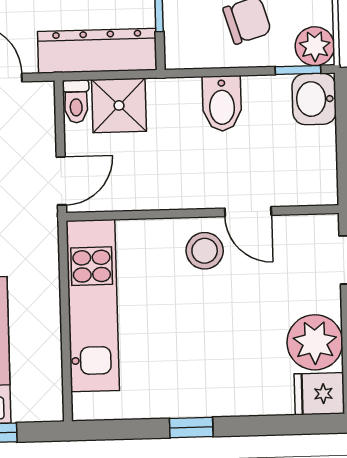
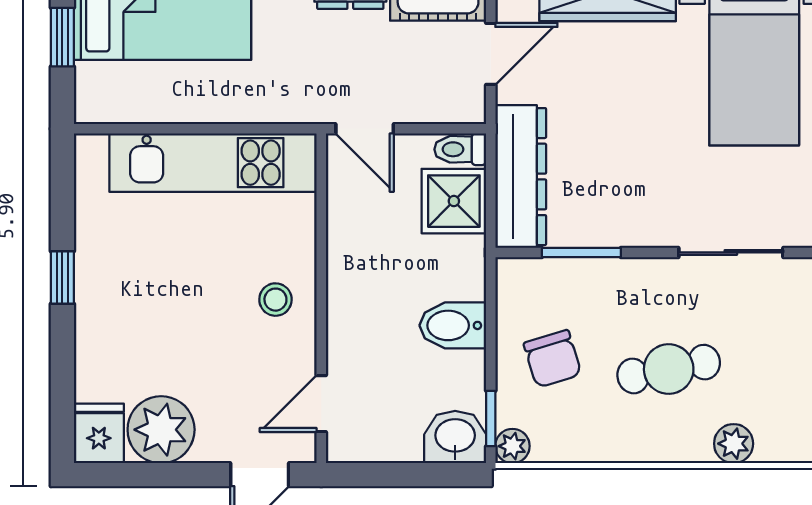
plant: (315, 46) -> (512, 446), width x0.73, depth x0.73
door: (248, 212) -> (321, 404), moved
stool: (205, 251) -> (275, 300), width x0.73, depth x0.73

